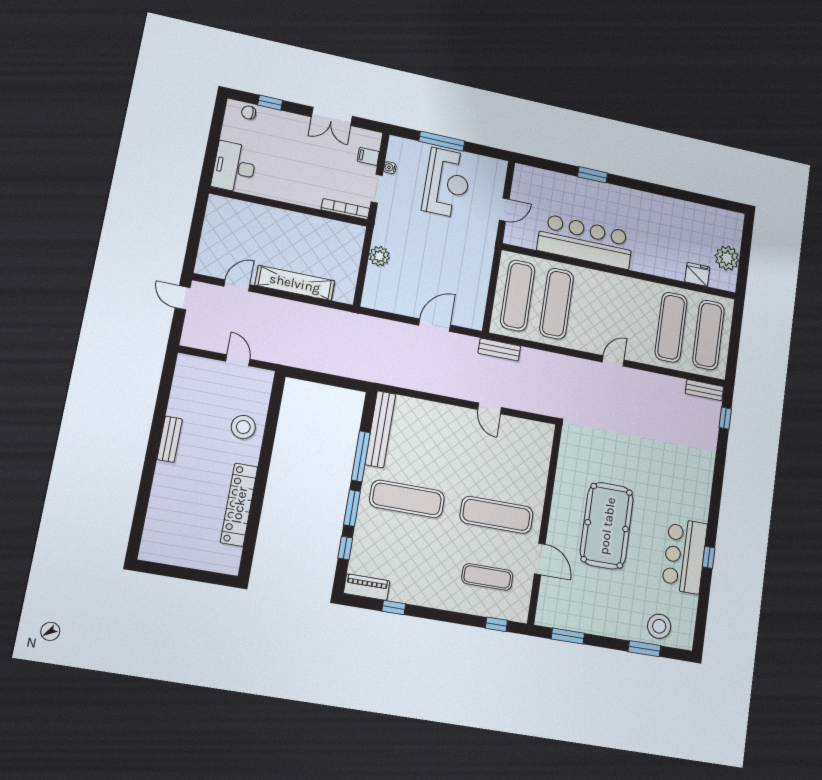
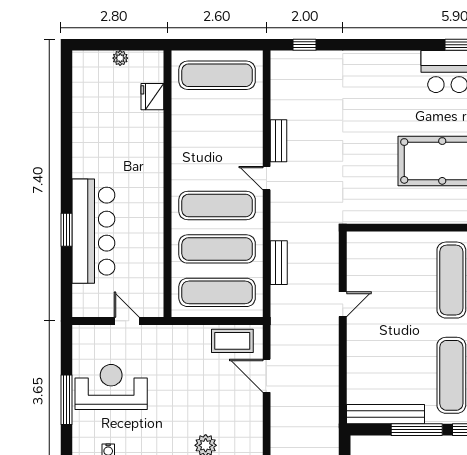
bar counter: (585, 241) -> (93, 231), moved, turned 180
plant: (727, 258) -> (120, 58), width x0.53, depth x0.53
coffee table: (472, 300) -> (232, 341), added
exercise mat: (671, 327) -> (217, 206), moved
bench: (499, 350) -> (279, 263), moved
bench: (704, 390) -> (278, 141), moved

